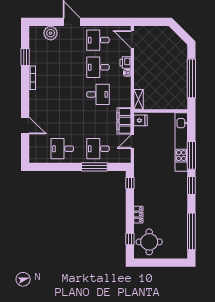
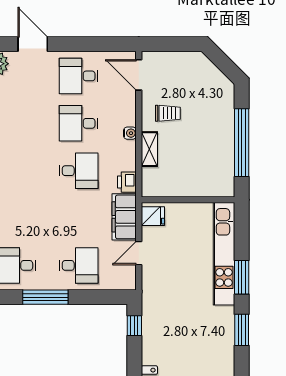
trolley: (149, 61) -> (168, 113), added
printer: (126, 63) -> (127, 182), moved
shelving: (138, 99) -> (149, 149), moved
desk: (98, 149) -> (79, 265), turned 180
window: (191, 155) -> (242, 277), width x0.69
window: (94, 167) -> (45, 297), moved

